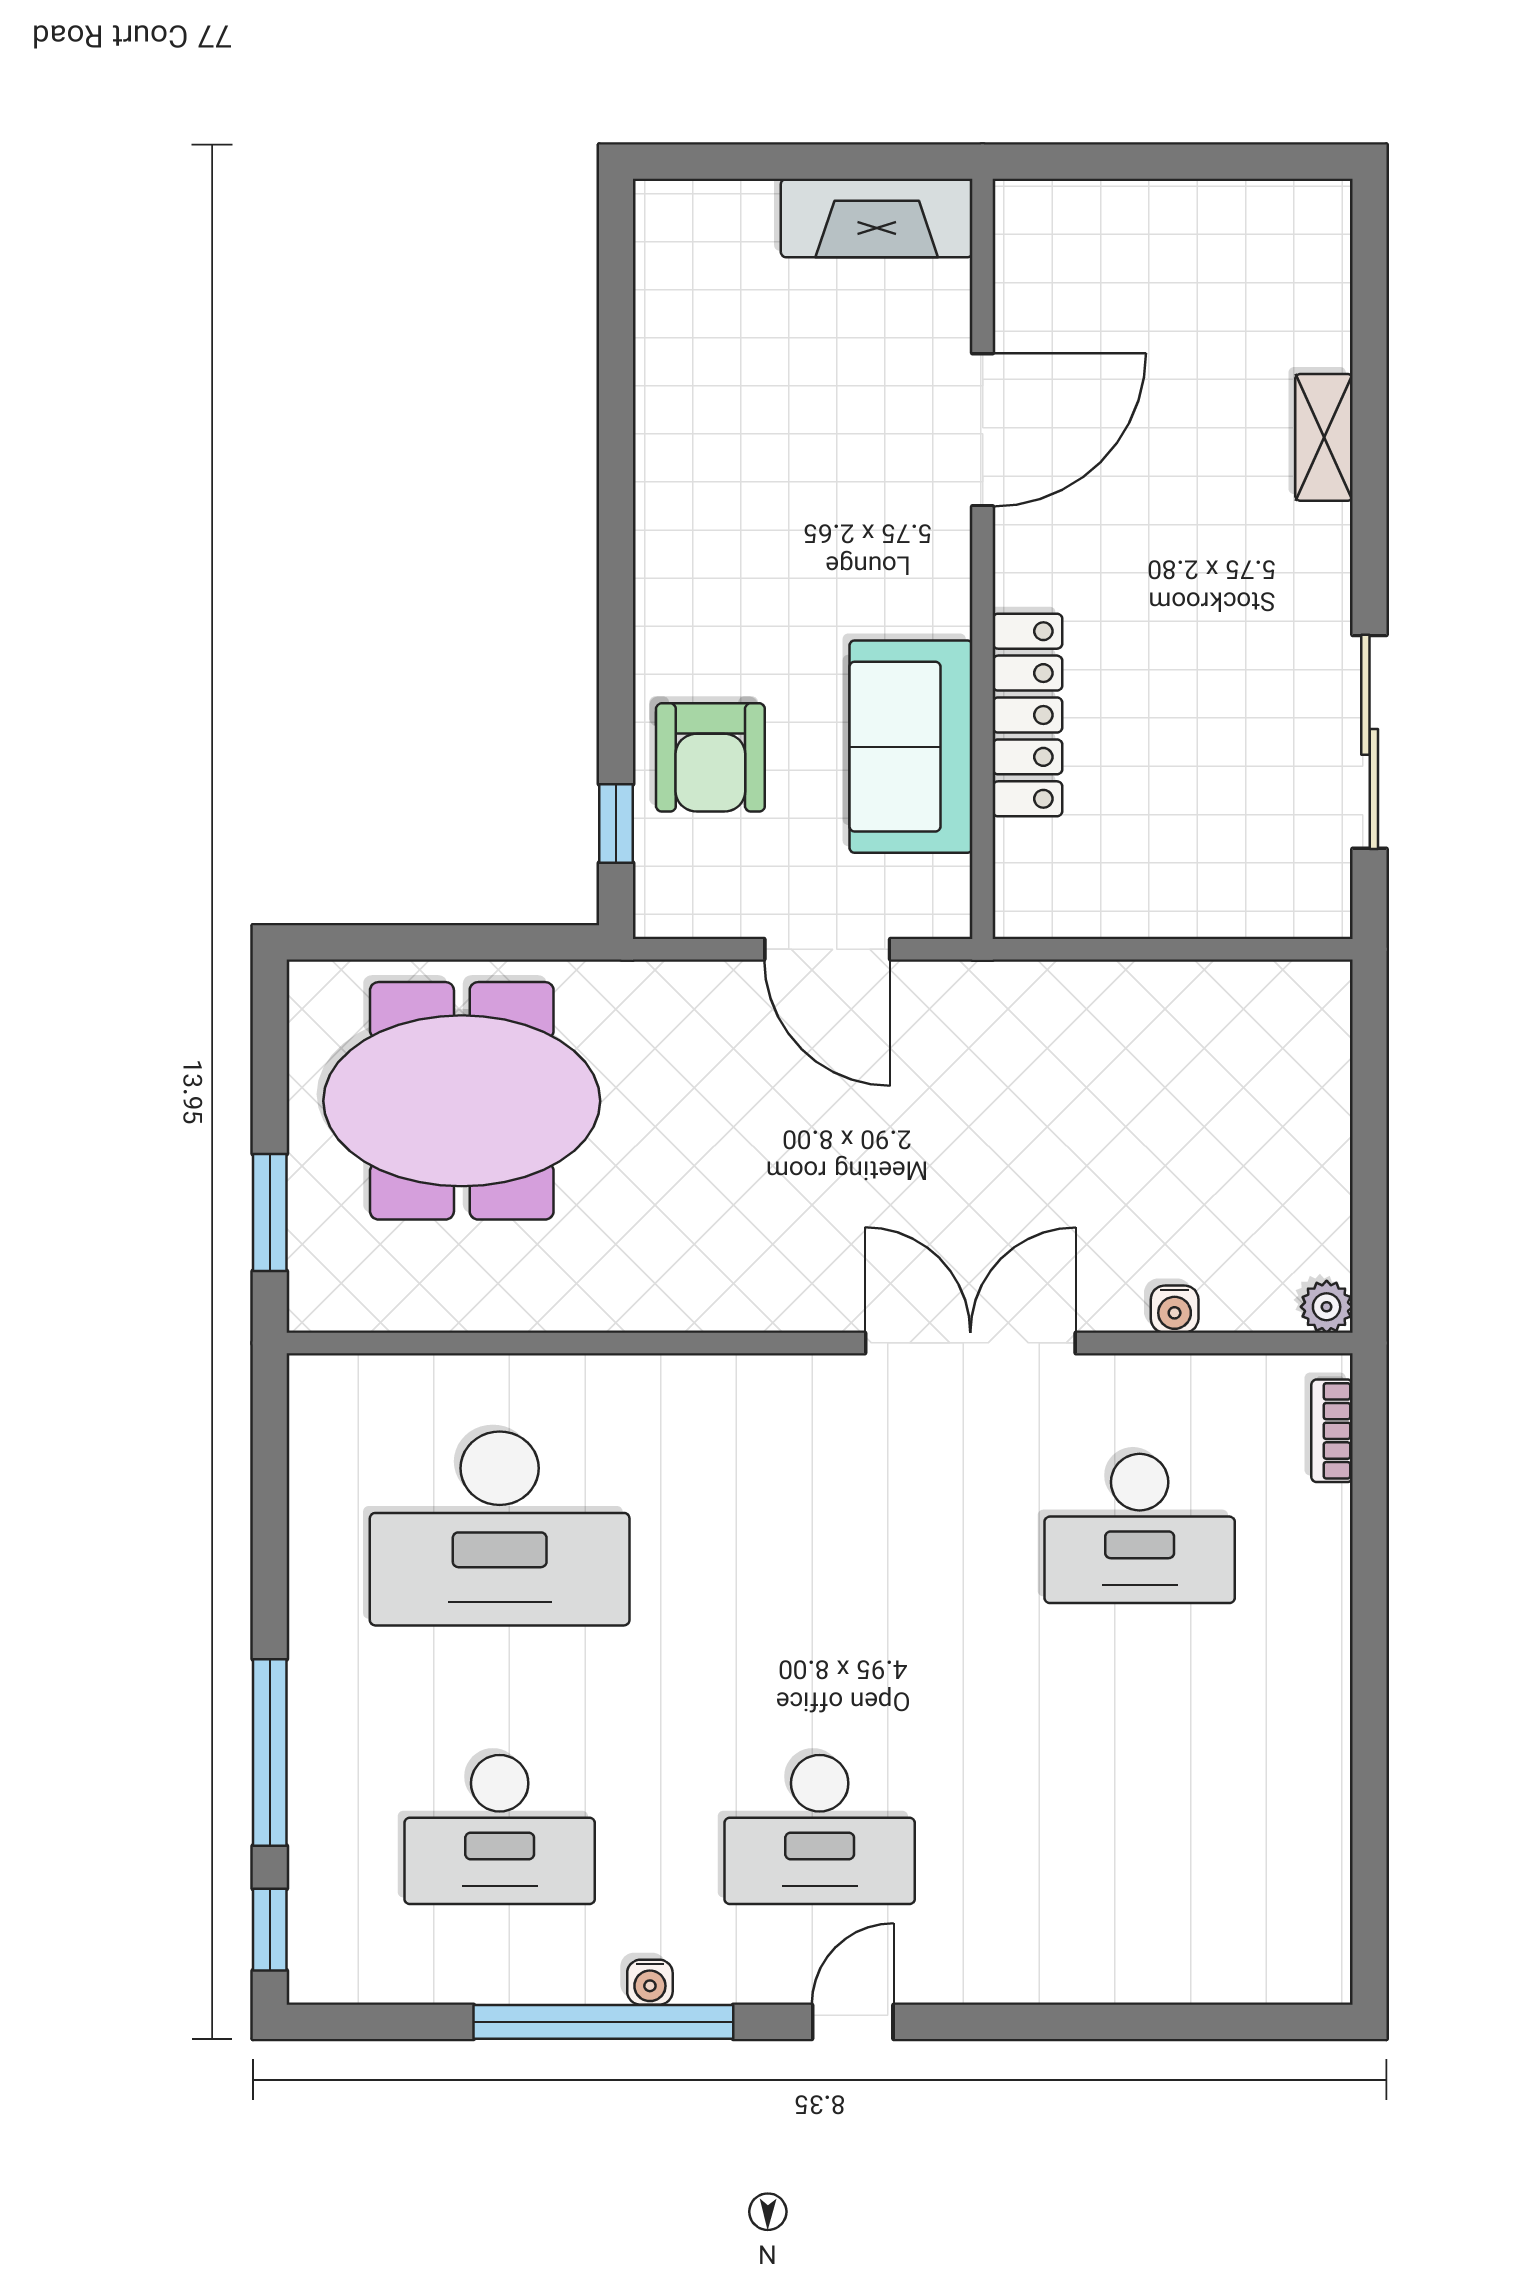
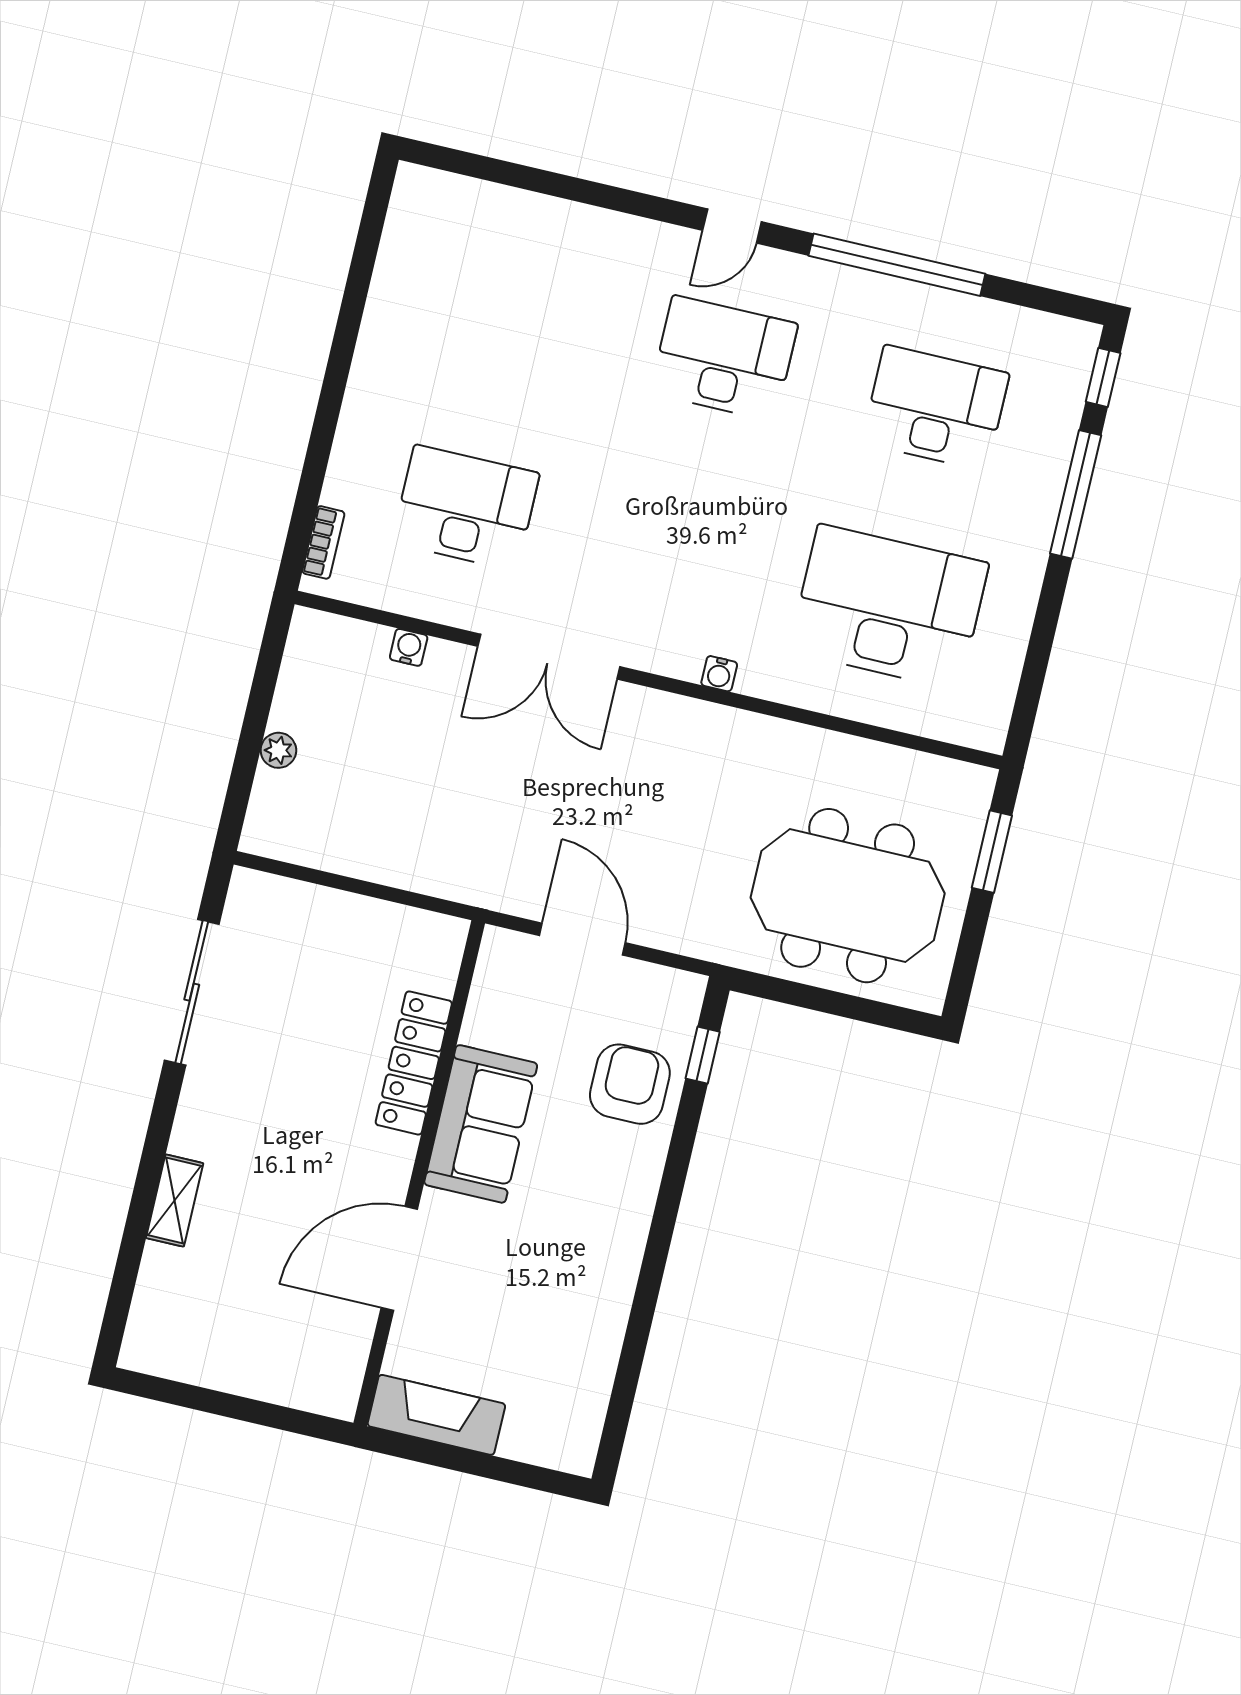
sofa: (911, 747) -> (481, 1124), moved
plant: (1327, 1307) -> (278, 750), moved
water cooler: (650, 1982) -> (719, 674), moved, turned 180

